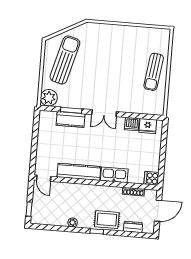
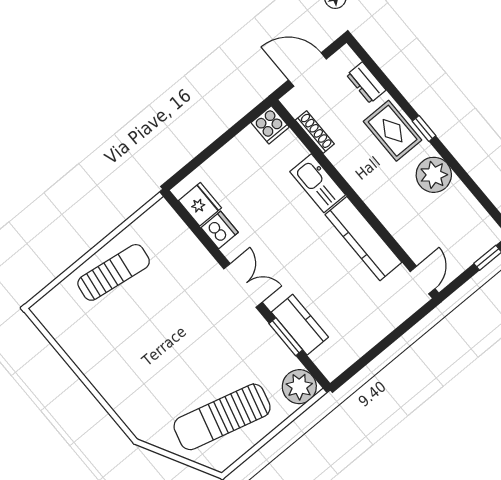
plant: (73, 223) -> (434, 175), width x1.87, depth x1.87

